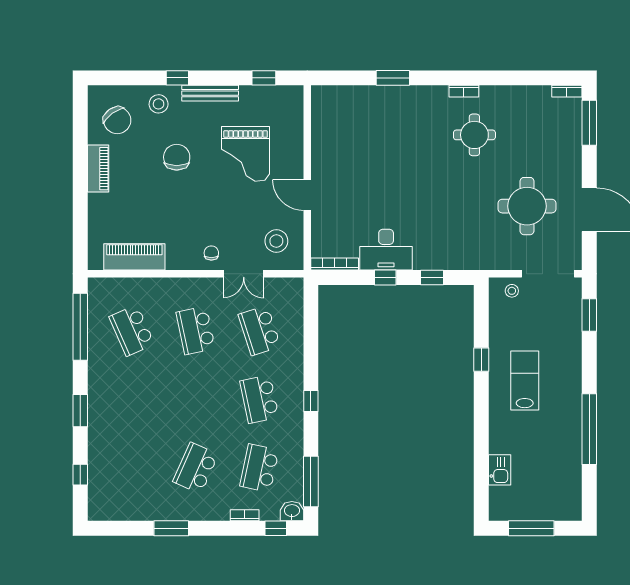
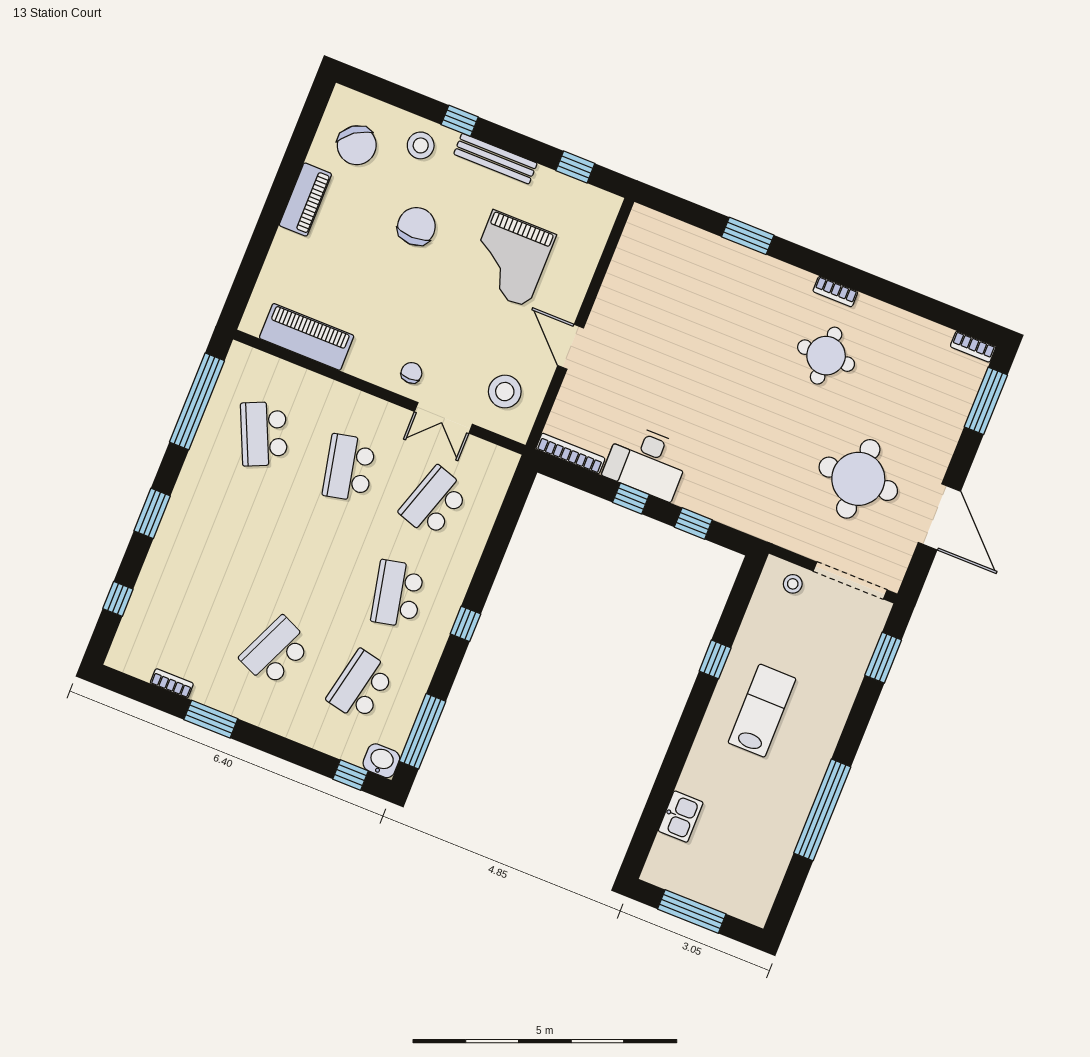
school desk: (259, 330) -> (434, 502), turned 36
bookcase: (245, 515) -> (172, 683), moved

